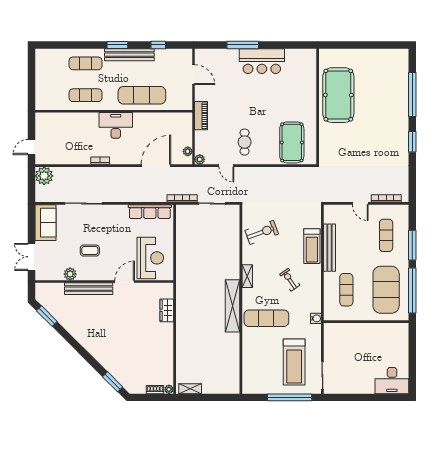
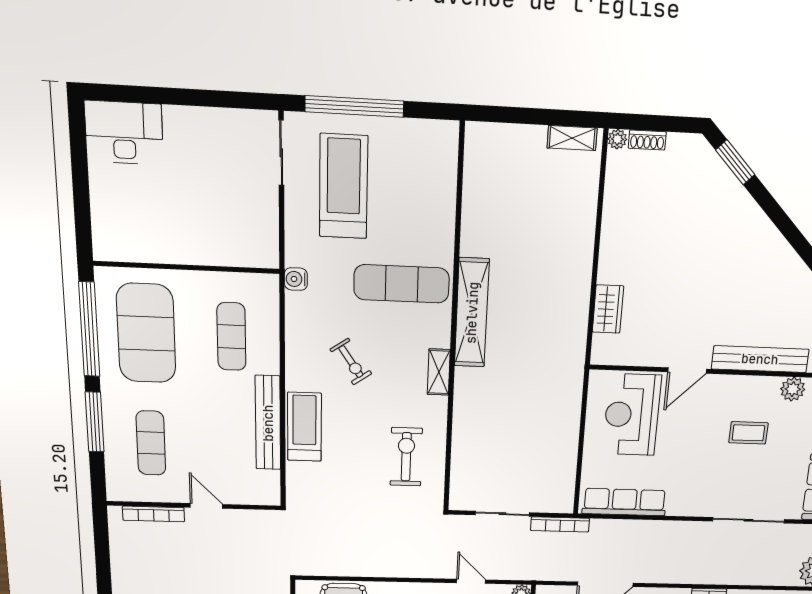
exercise bike: (262, 232) -> (406, 457), turned 110

